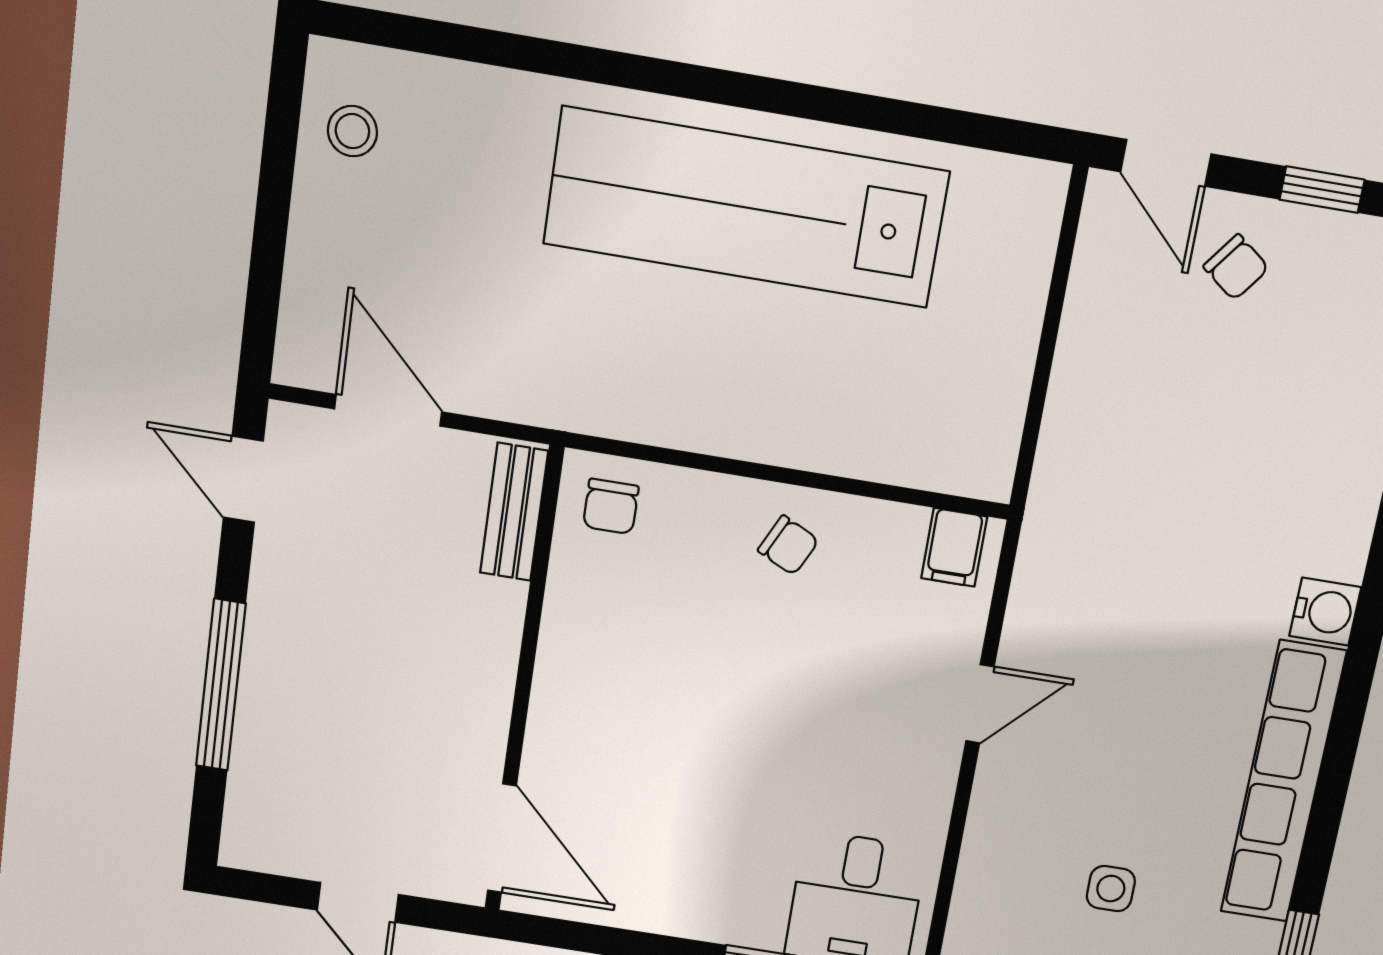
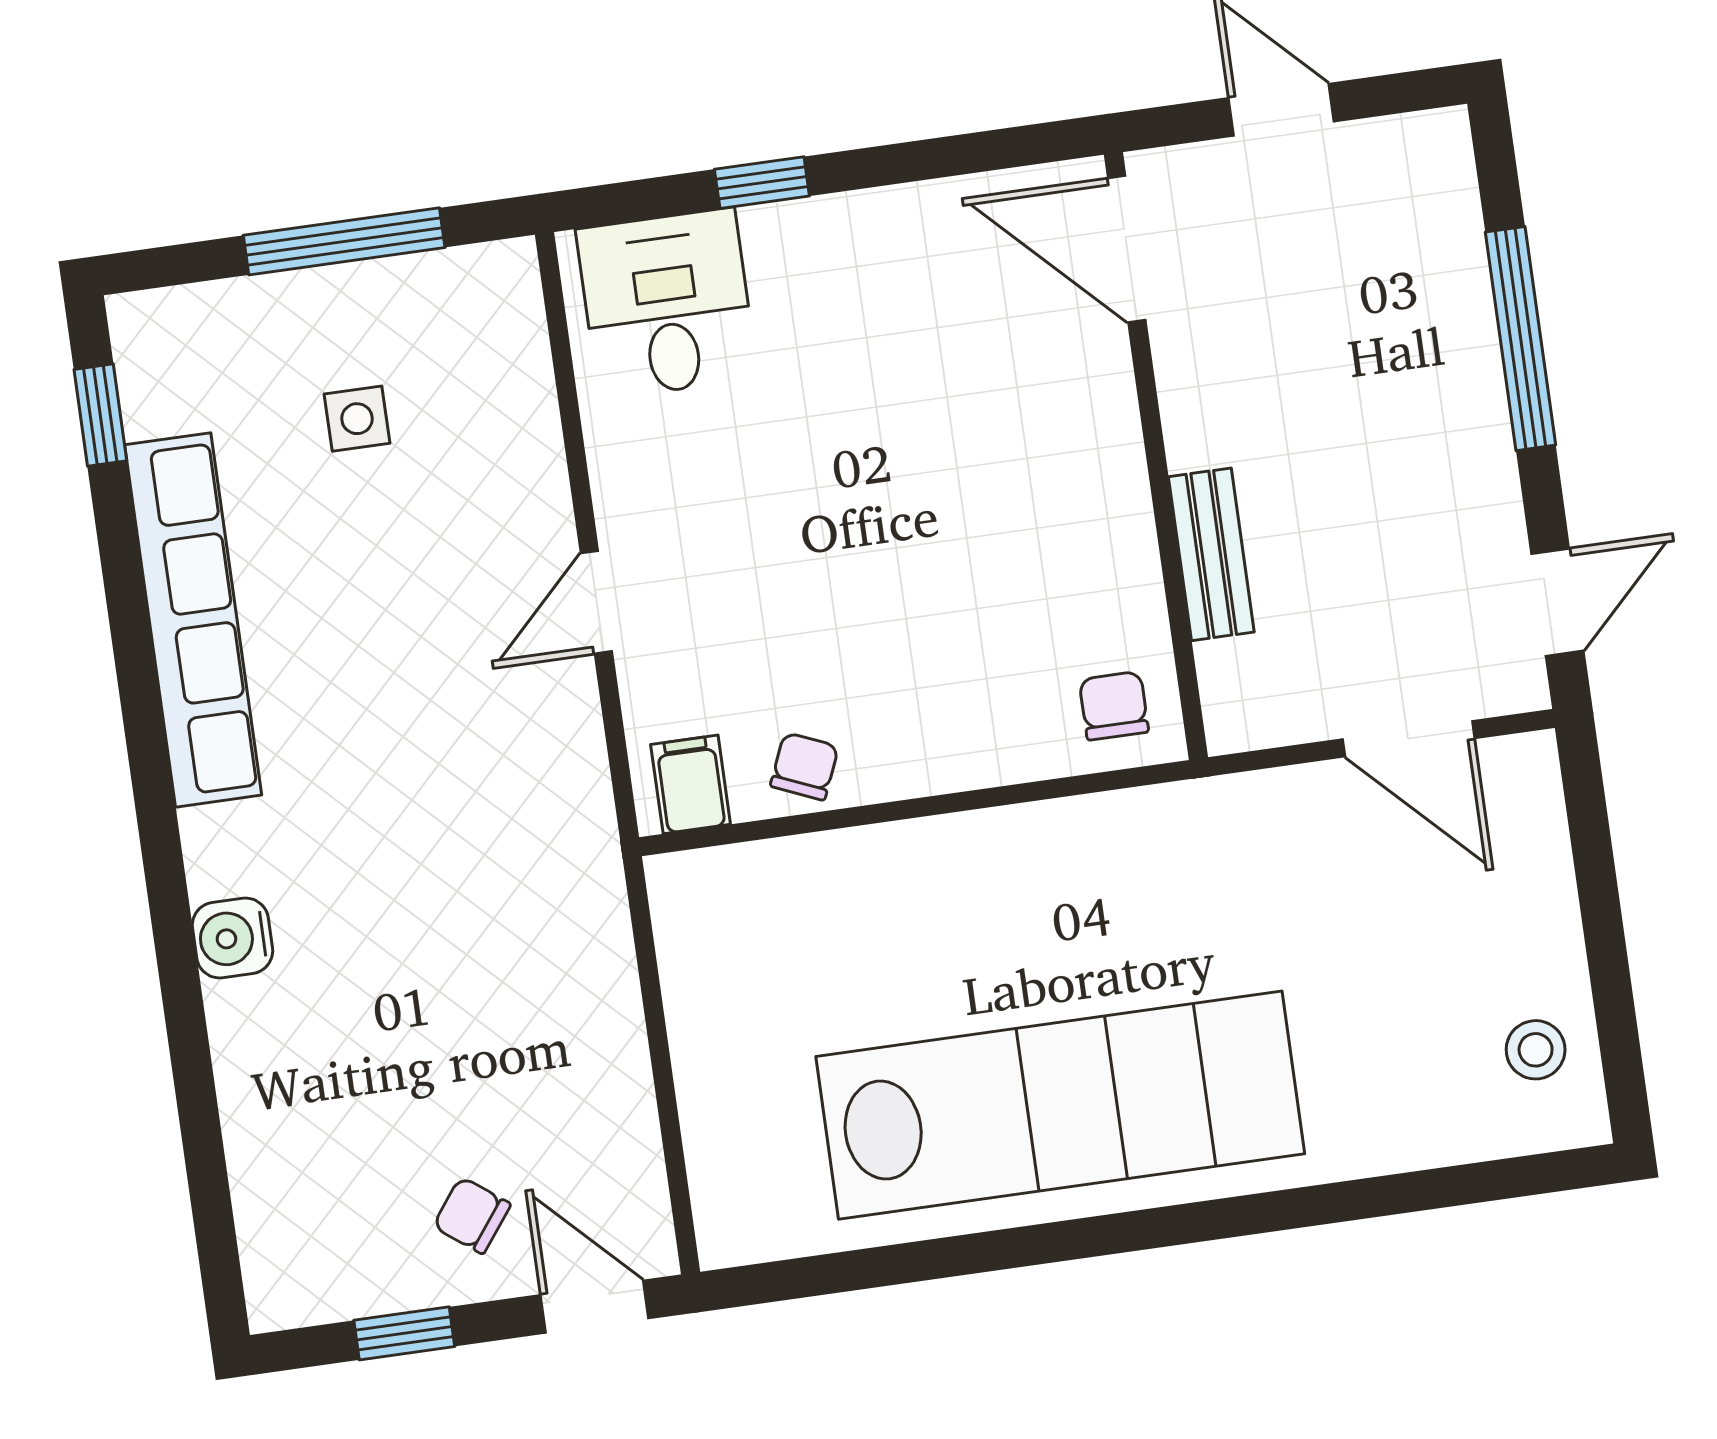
door: (243, 479) -> (1557, 602), hinge flipped
bench: (514, 512) -> (1211, 554), moved
chair: (788, 545) -> (804, 766), moved, turned 87
water cooler: (1325, 612) -> (233, 938), moved

